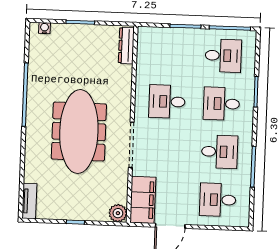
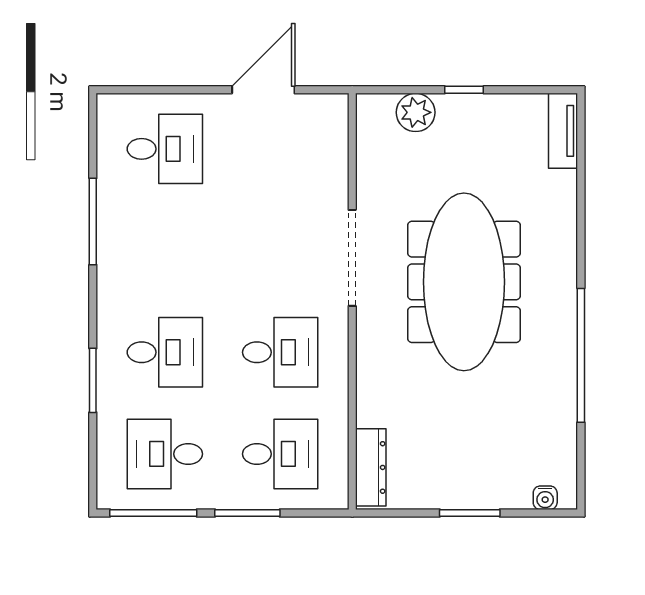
desk: (220, 152) -> (280, 454), moved, turned 180
filing cabinet: (143, 200) -> (323, 142), removed
plant: (118, 213) -> (416, 112), moved

